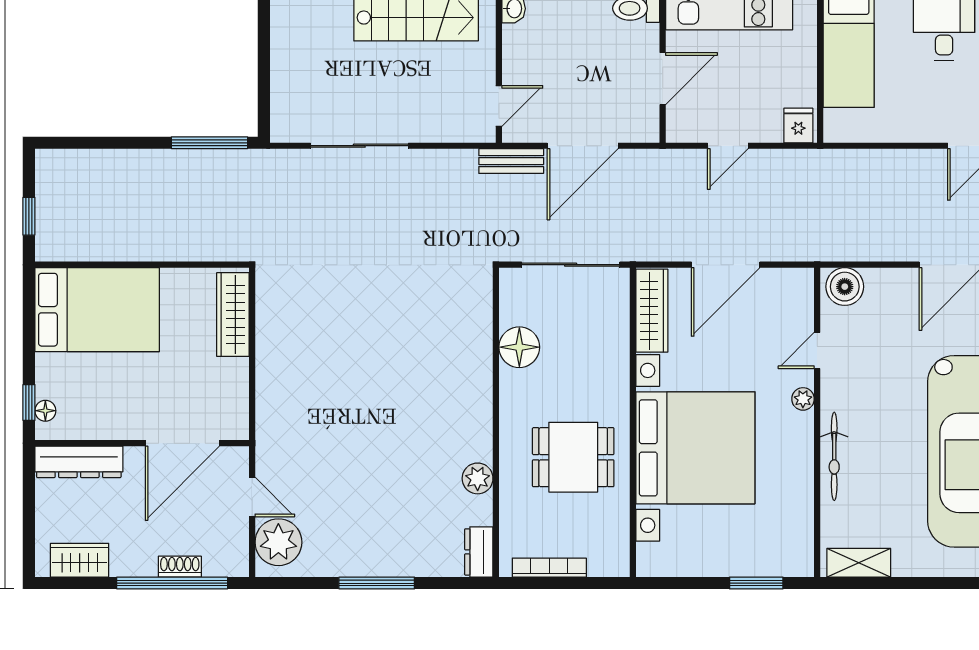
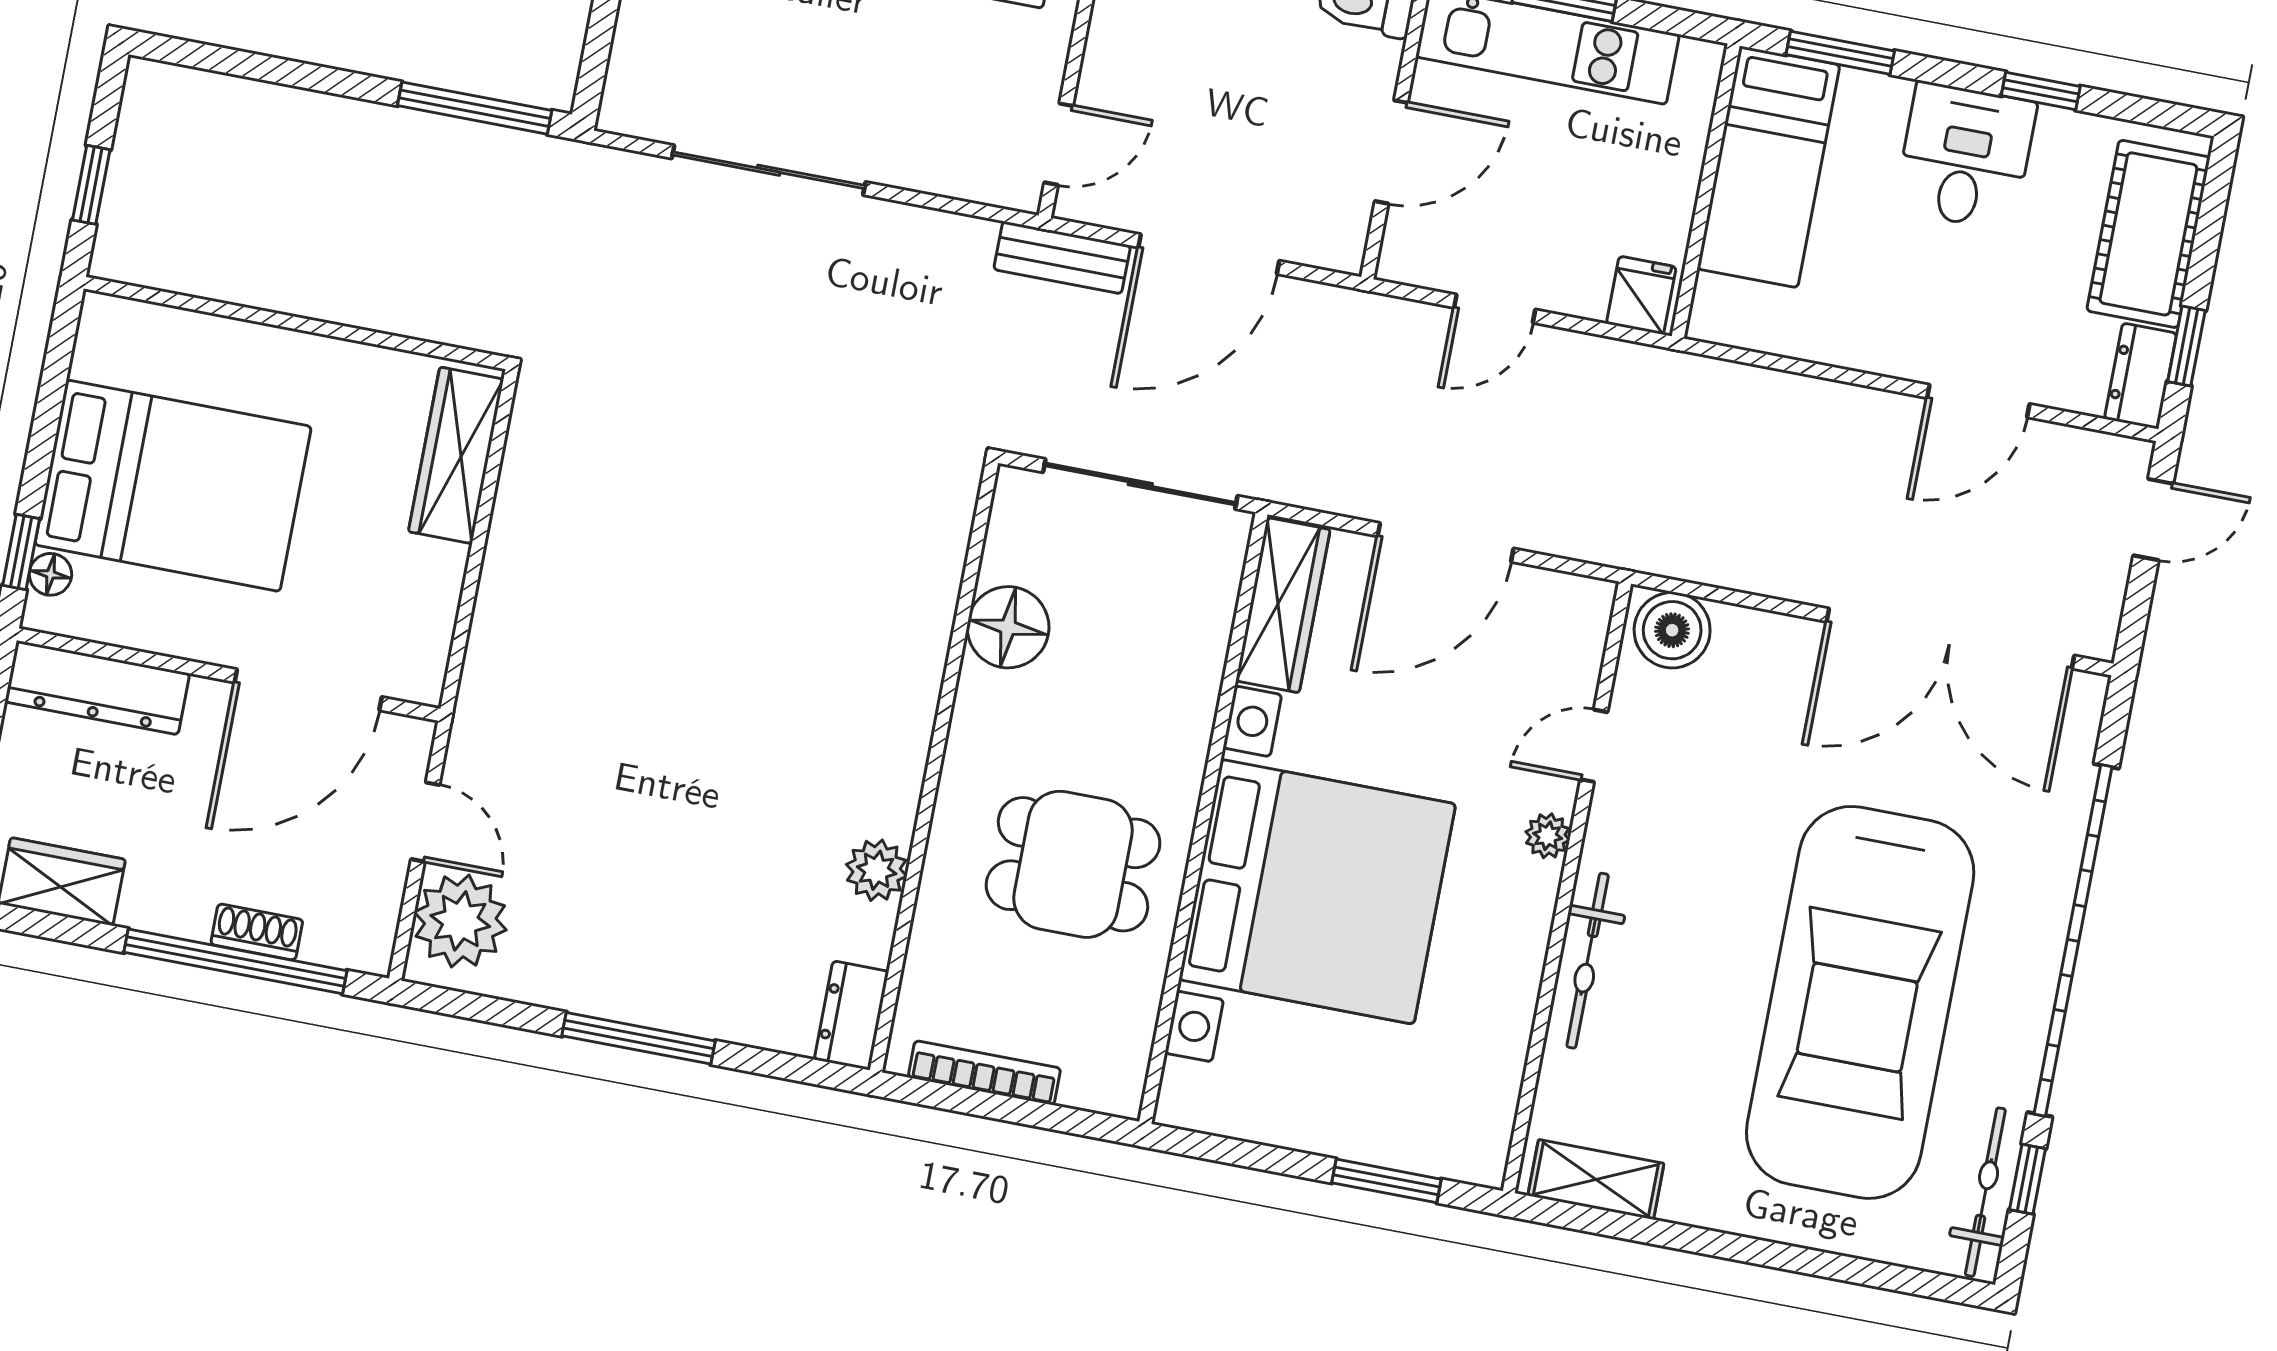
bed: (97, 310) -> (173, 486), moved

